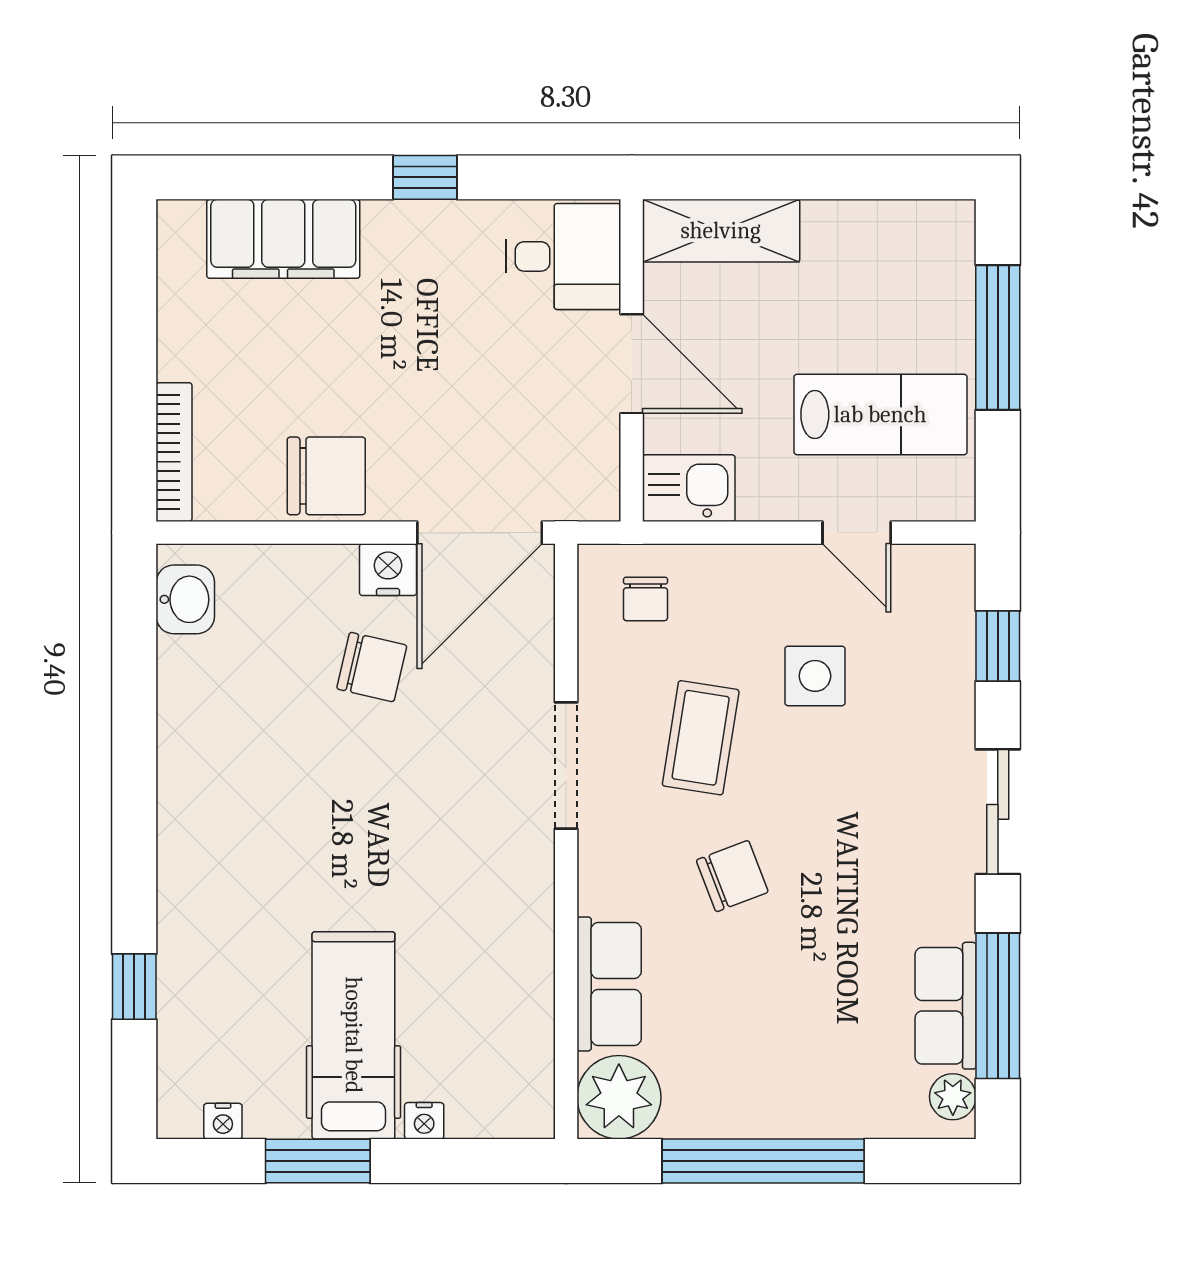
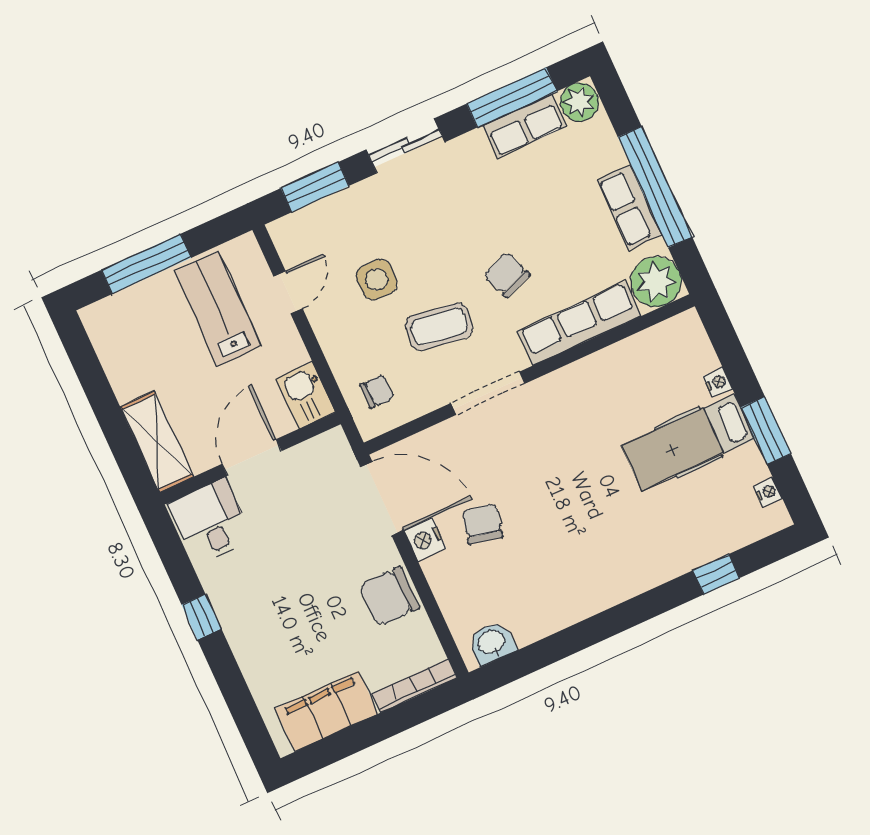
filing cabinet: (283, 239) -> (327, 711), moved, turned -90
chair: (326, 476) -> (389, 597), turned -90
window: (998, 646) -> (315, 187), width x1.50
row of seats: (609, 984) -> (579, 323), width x1.48
plant: (953, 1097) -> (579, 102), width x1.38, depth x1.38
row of seats: (750, 1109) -> (629, 207), added

